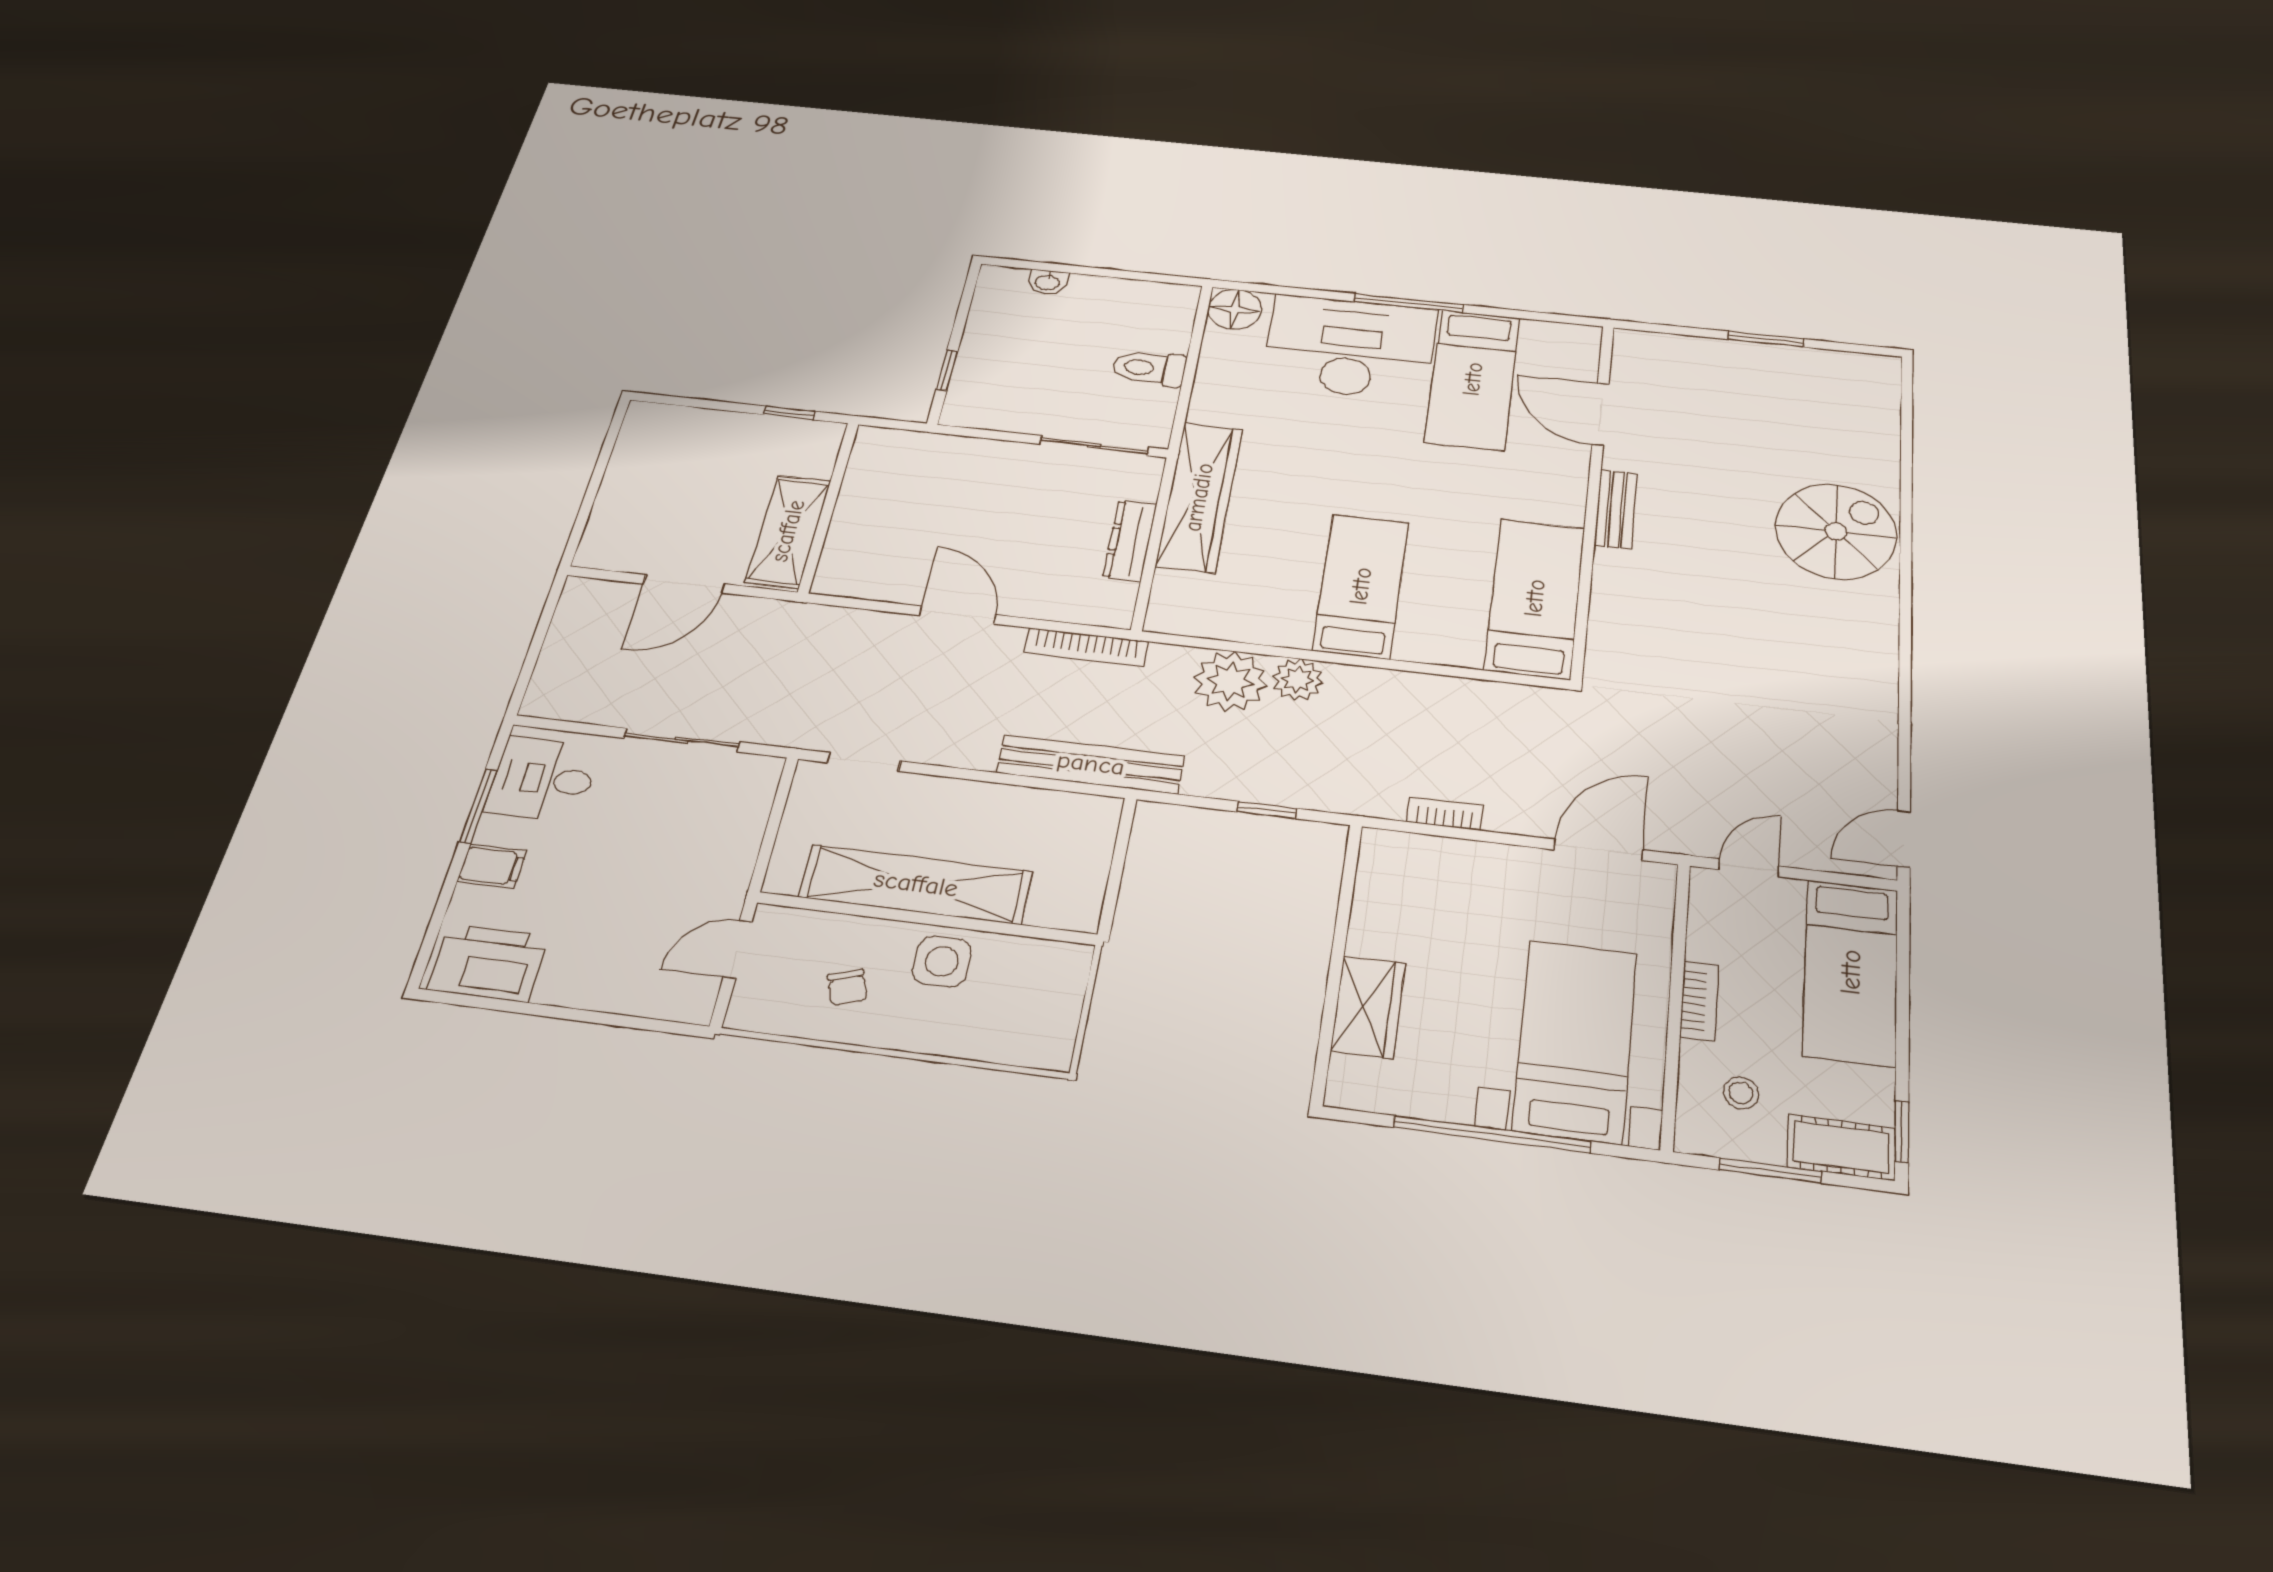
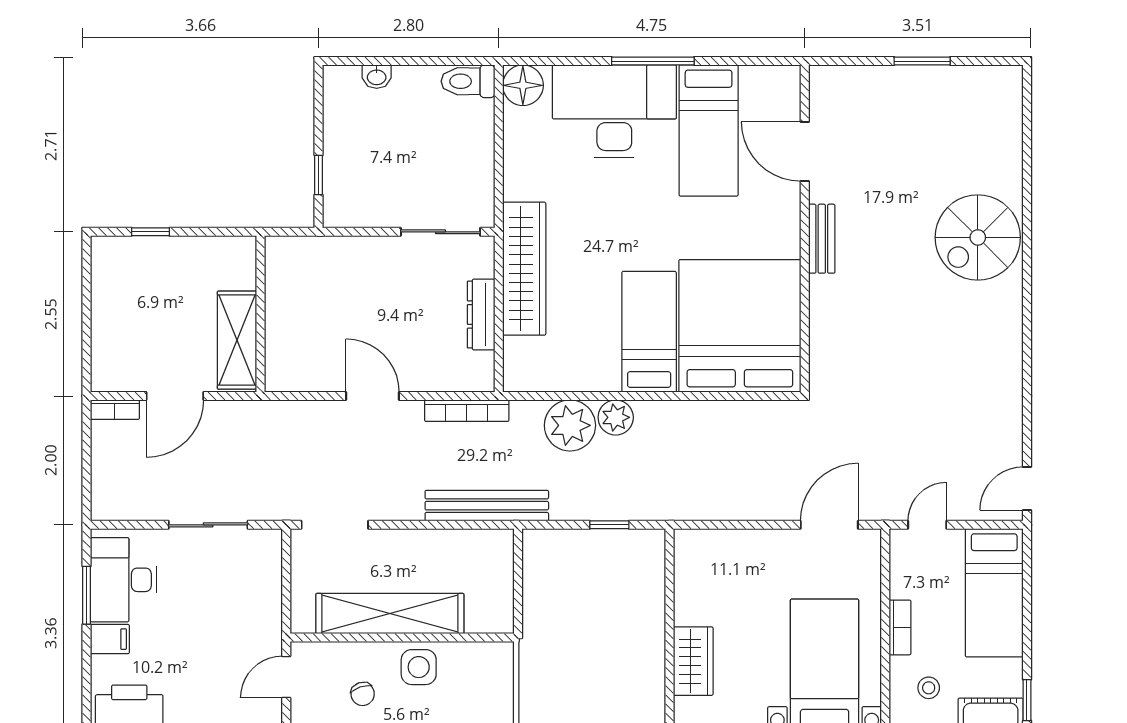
toilet: (1149, 368) -> (468, 81), moved
window: (789, 413) -> (150, 232), moved
spiral stairs: (1836, 531) -> (978, 237), turned 180
bed: (1535, 598) -> (740, 326), width x2.04
doorway: (864, 762) -> (335, 525), width x1.38
desk: (543, 779) -> (123, 580), width x1.37
bookcase: (1445, 814) -> (115, 410), moved, turned 180

